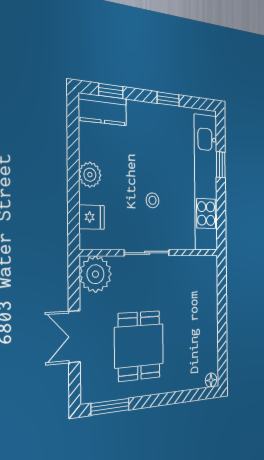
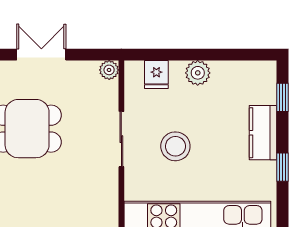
kitchen counter: (103, 109) -> (263, 133), moved
stool: (153, 200) -> (175, 146), width x1.89, depth x1.89
plant: (95, 274) -> (109, 70), width x0.53, depth x0.53

